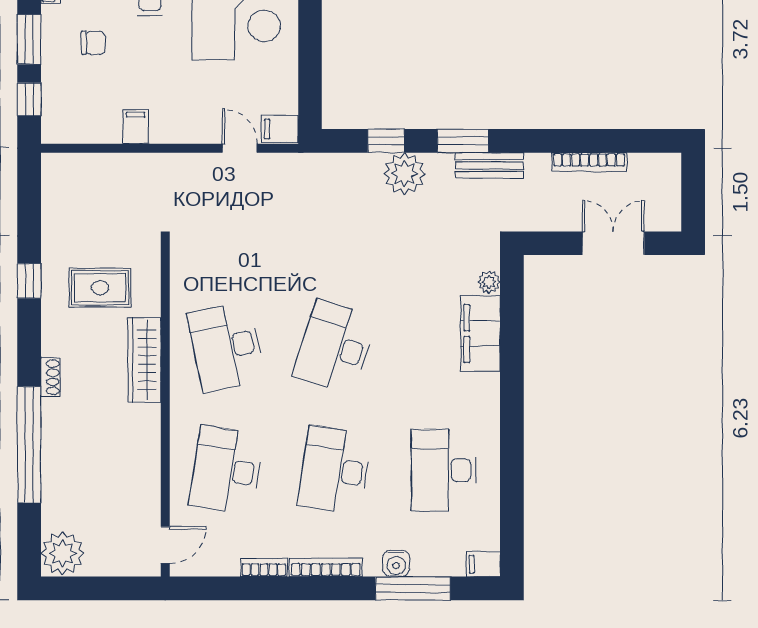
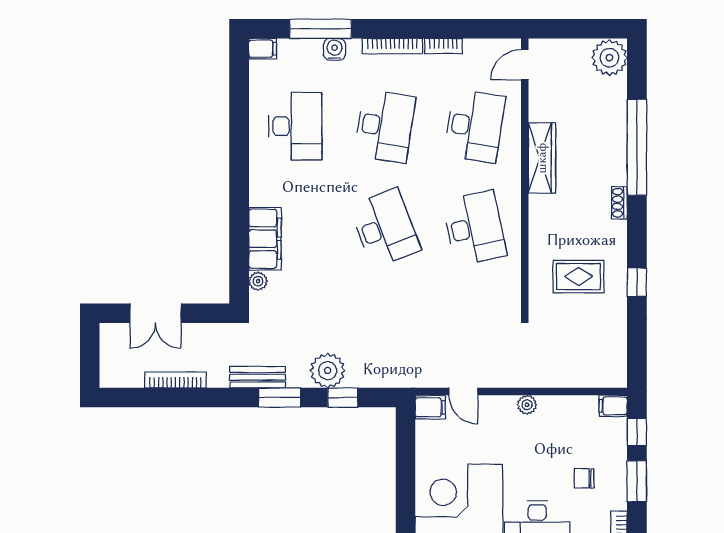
filing cabinet: (136, 127) -> (613, 406), moved, turned 90
plant: (163, 132) -> (527, 405), added
desk: (335, 347) -> (385, 228), turned -39
wardrobe: (144, 360) -> (542, 158), moved

